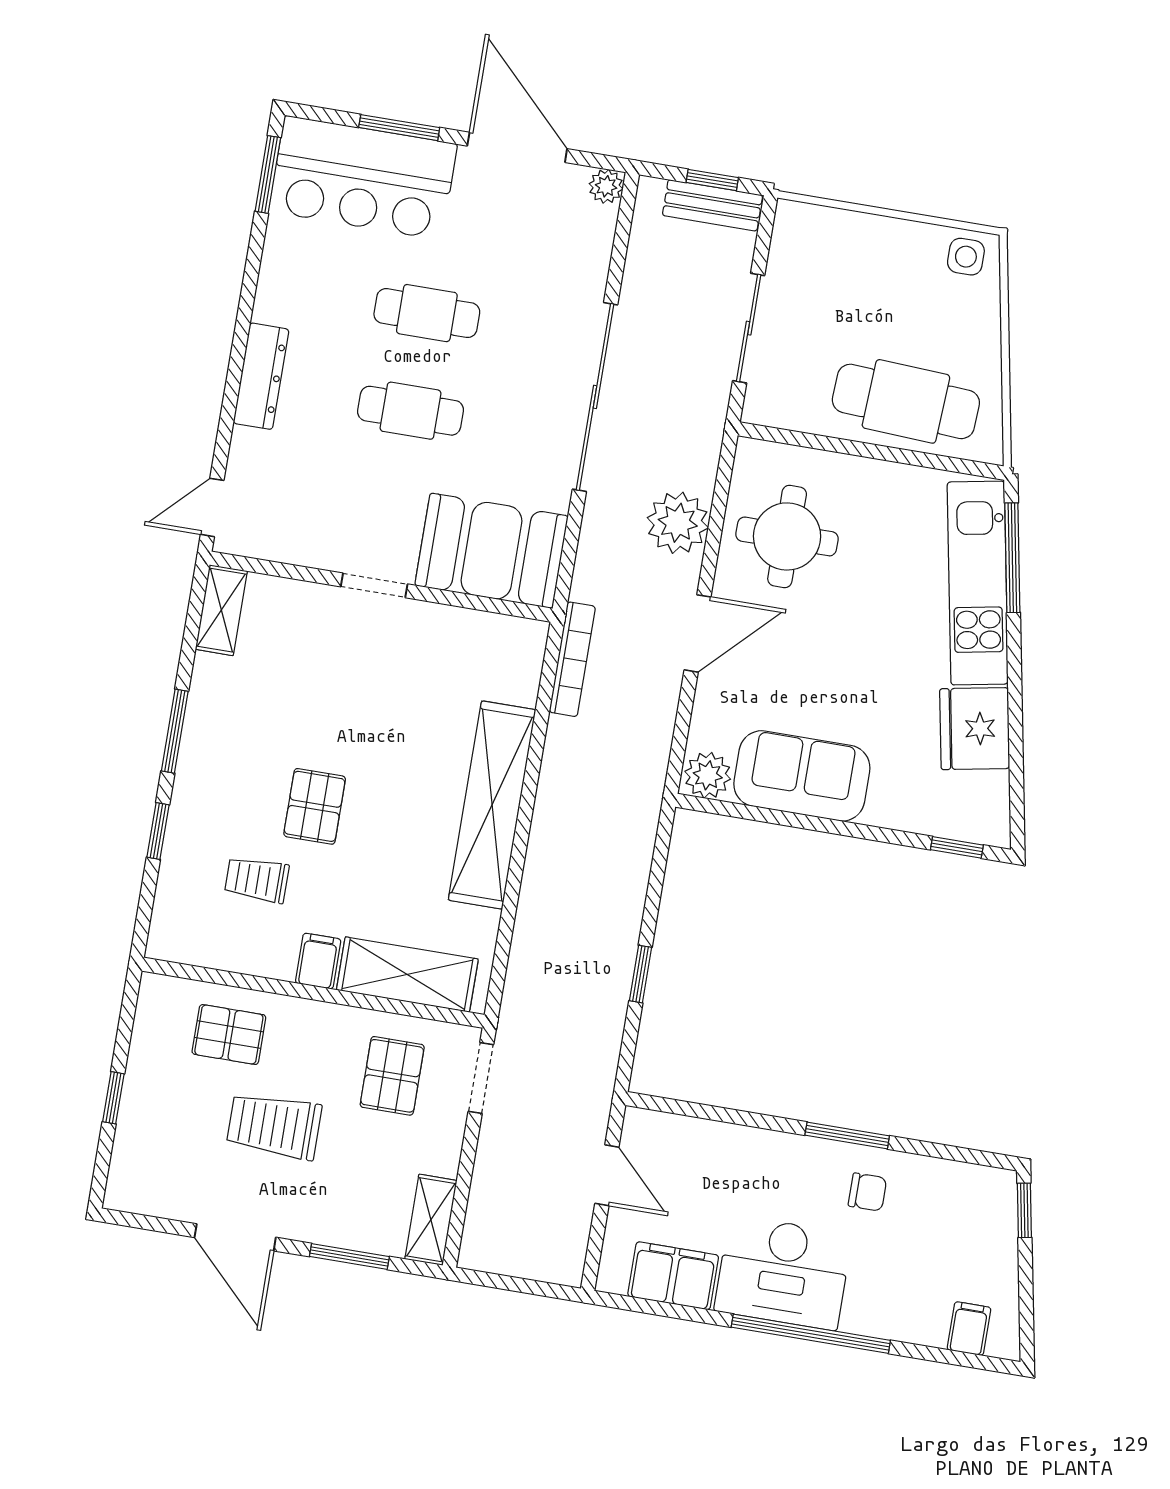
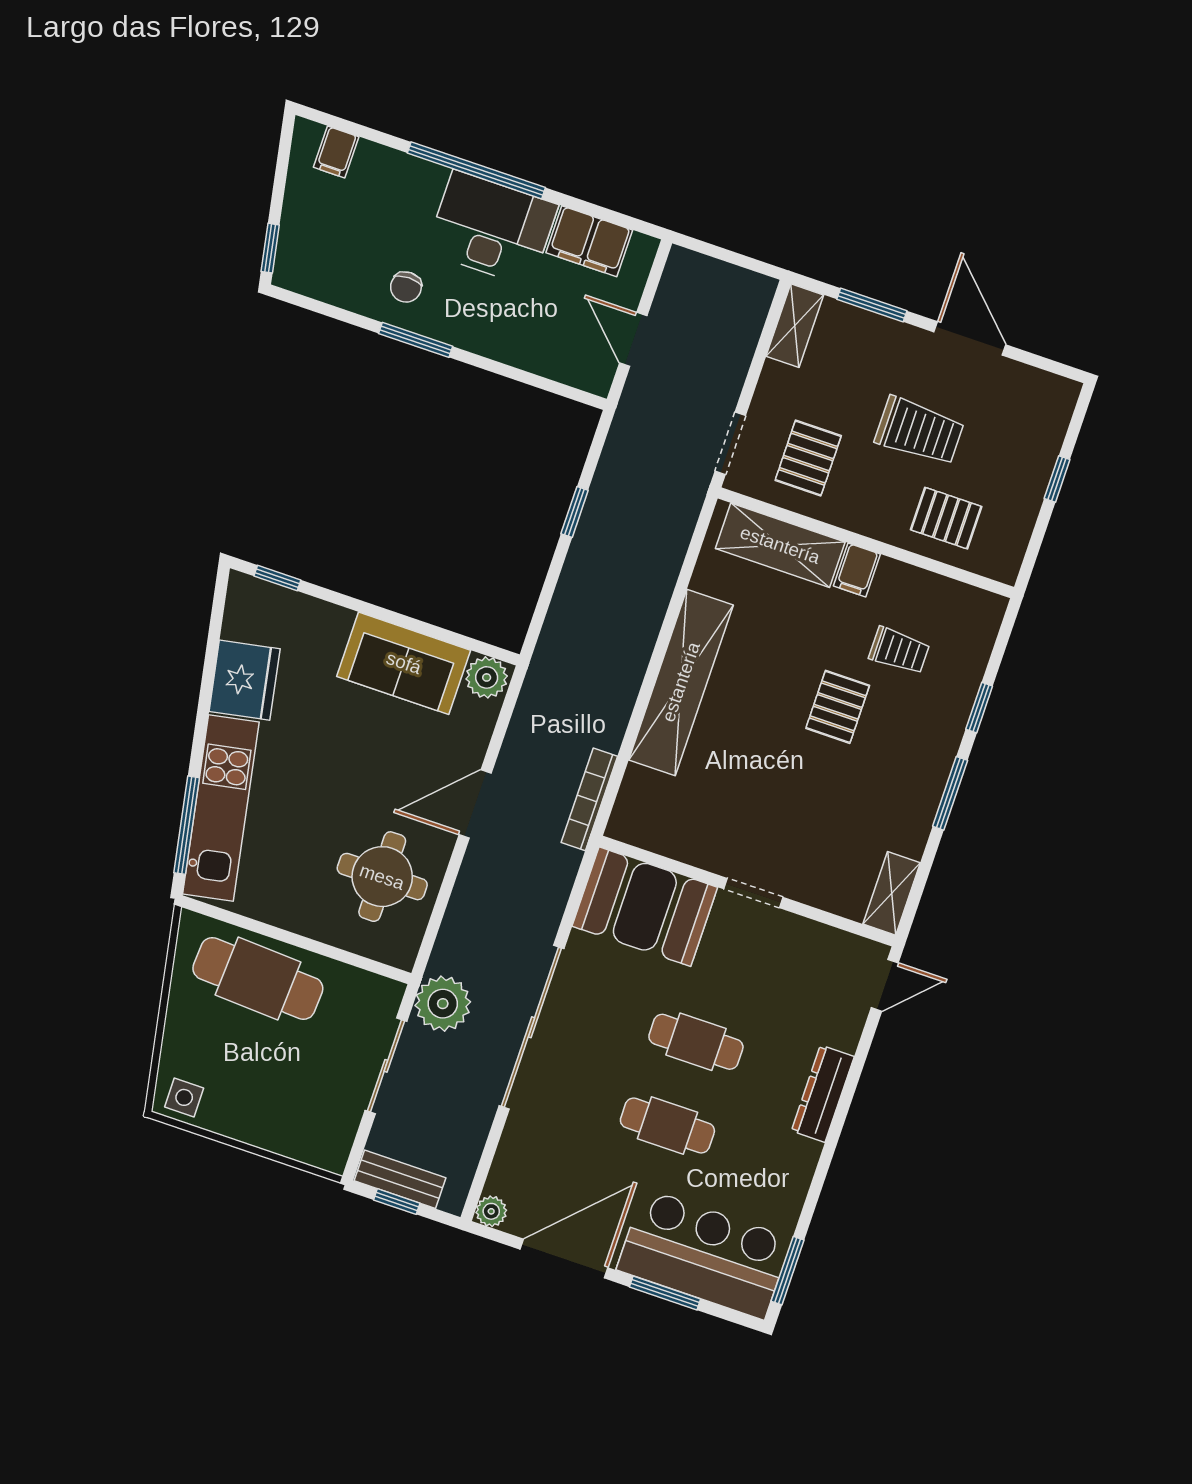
door: (517, 147) -> (564, 1259), swing flipped
plant: (678, 523) -> (443, 1004), moved
chair: (867, 1192) -> (406, 287), turned -90

